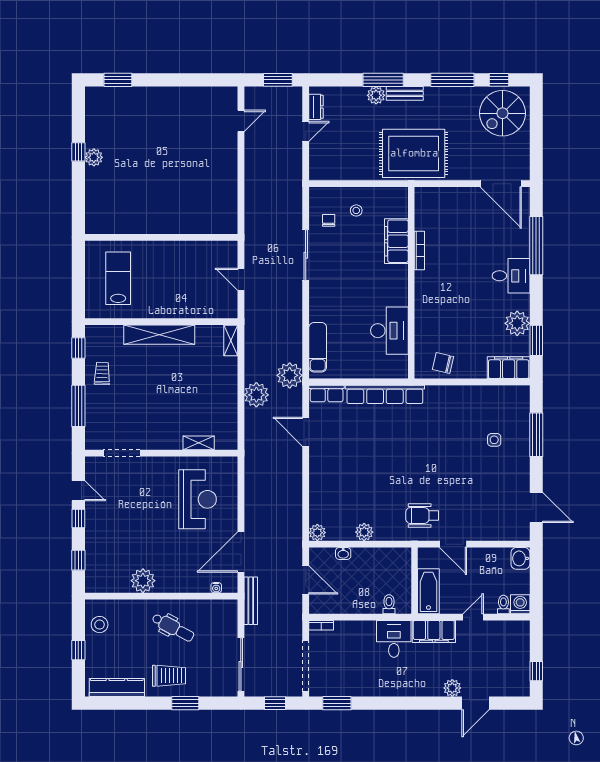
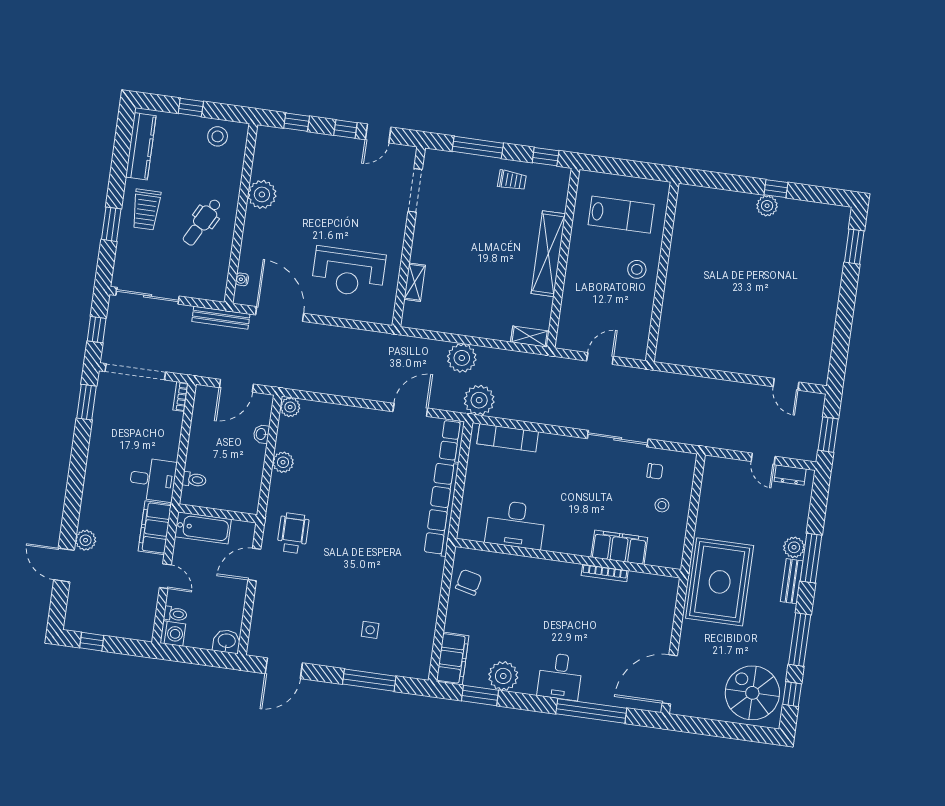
stool: (162, 259) -> (637, 269), added

